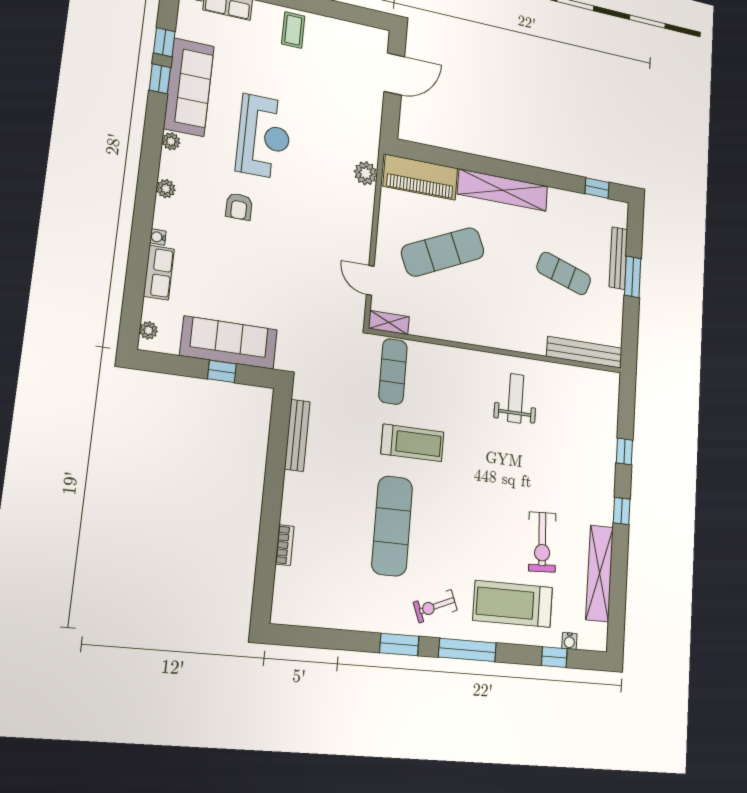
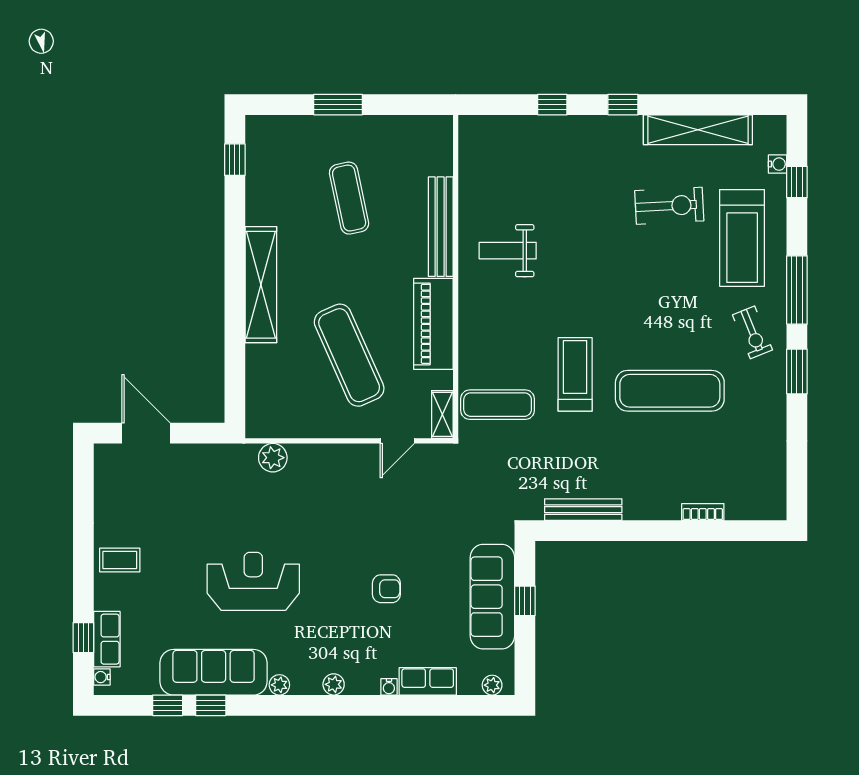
piano: (421, 177) -> (433, 324), moved, turned 180
armchair: (239, 207) -> (386, 589), moved
bench: (618, 258) -> (318, 126), removed
exercise mat: (564, 273) -> (349, 198), turned -30
bench: (584, 352) -> (441, 227), moved

